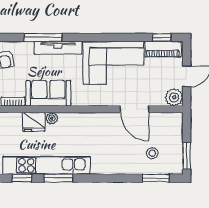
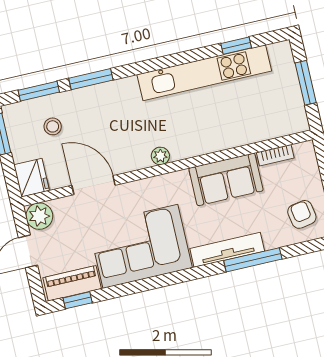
plant: (52, 118) -> (160, 156), moved
fridge: (34, 122) -> (32, 178), moved, turned 90
window: (58, 178) -> (91, 79), moved

